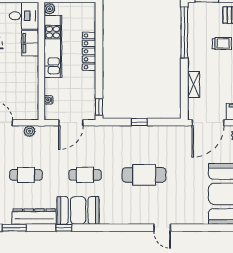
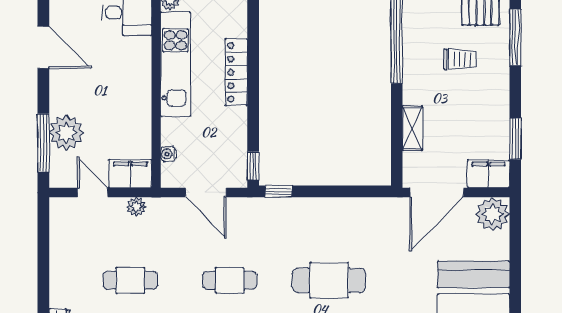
filing cabinet: (30, 43) -> (130, 174), moved, turned 90
window: (139, 122) -> (279, 191), moved
door: (71, 123) -> (206, 193), hinge flipped

